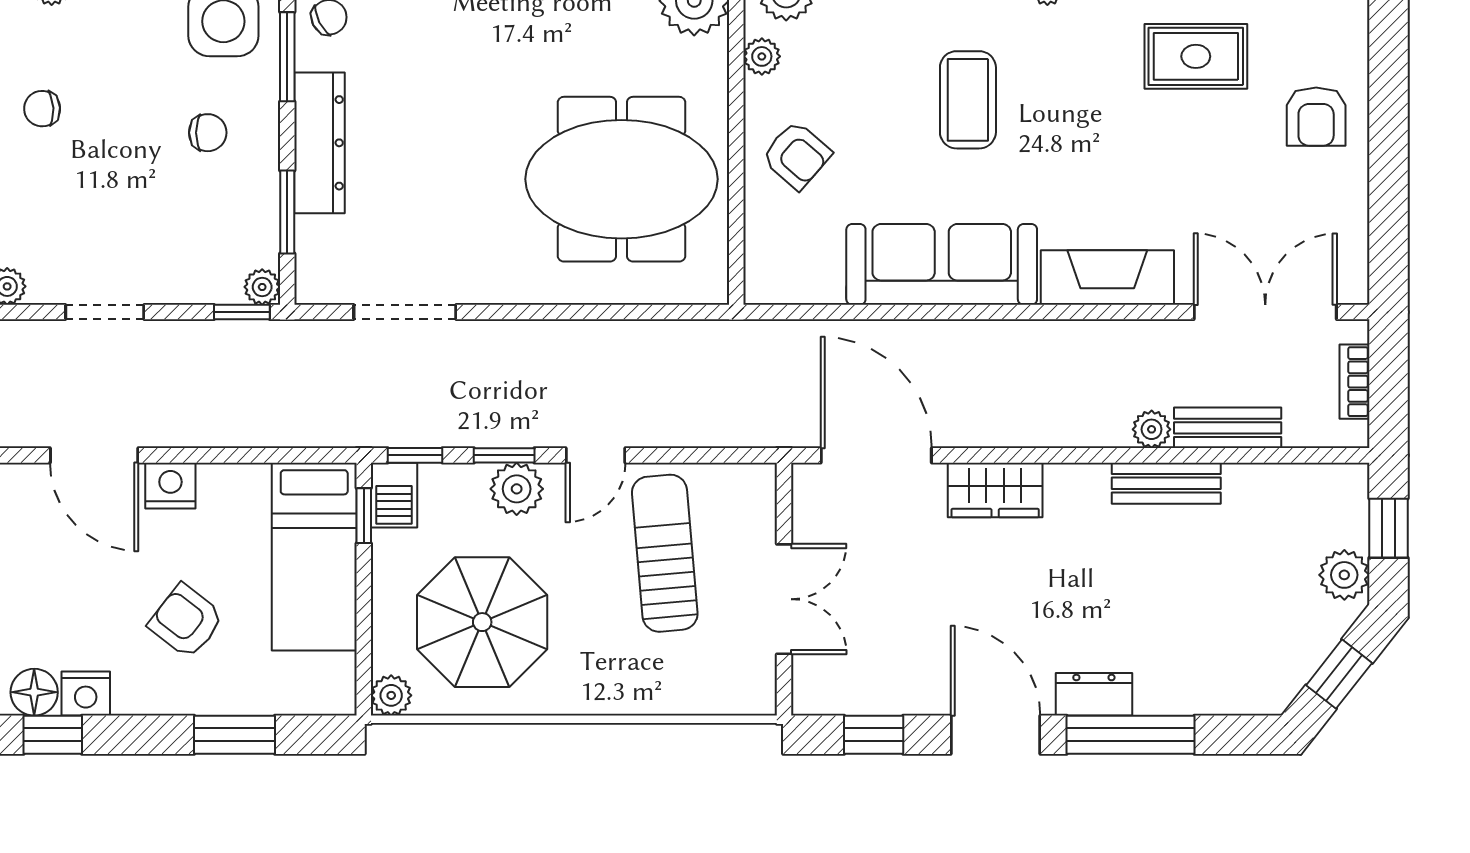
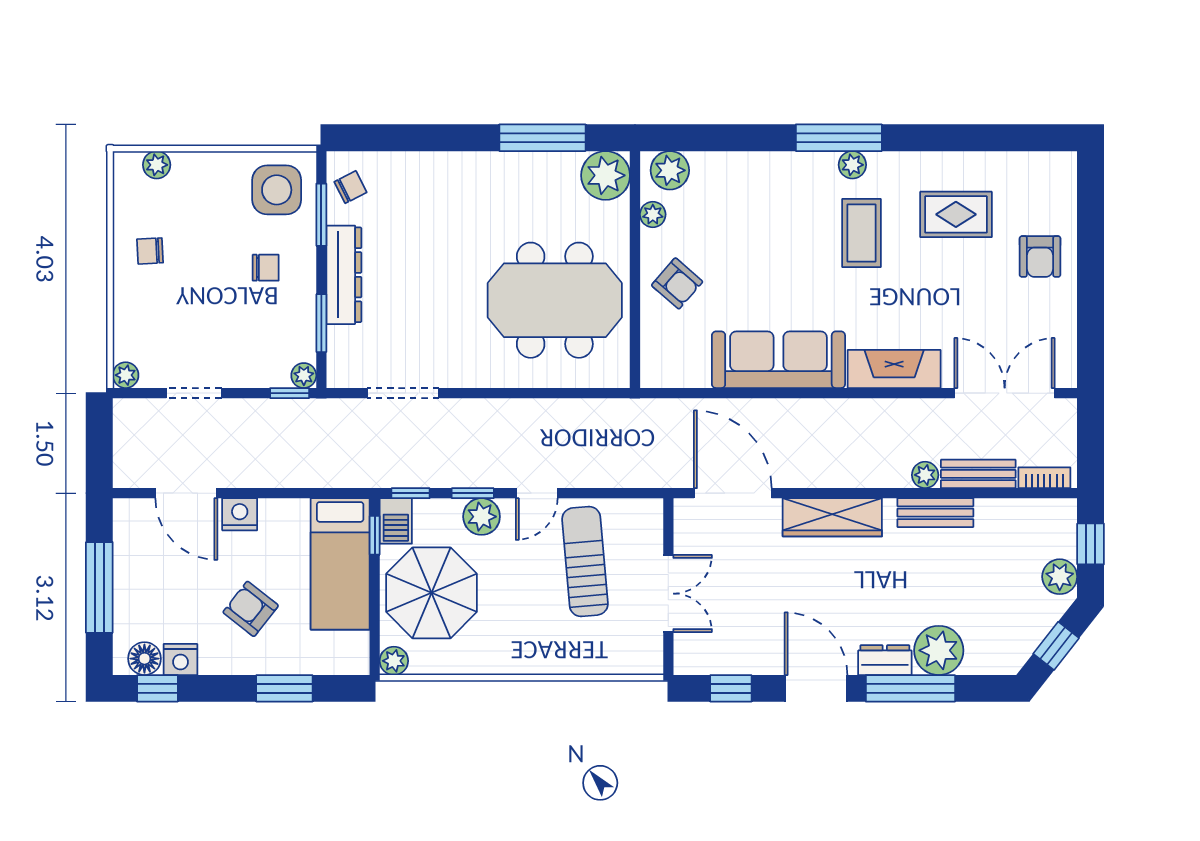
coffee table: (968, 100) -> (861, 233), moved
bookcase: (1354, 382) -> (1044, 478), moved, turned 90
wardrobe: (995, 490) -> (832, 517), width x1.50
parasol: (482, 622) -> (431, 593), moved
plant: (1171, 680) -> (939, 650), added

